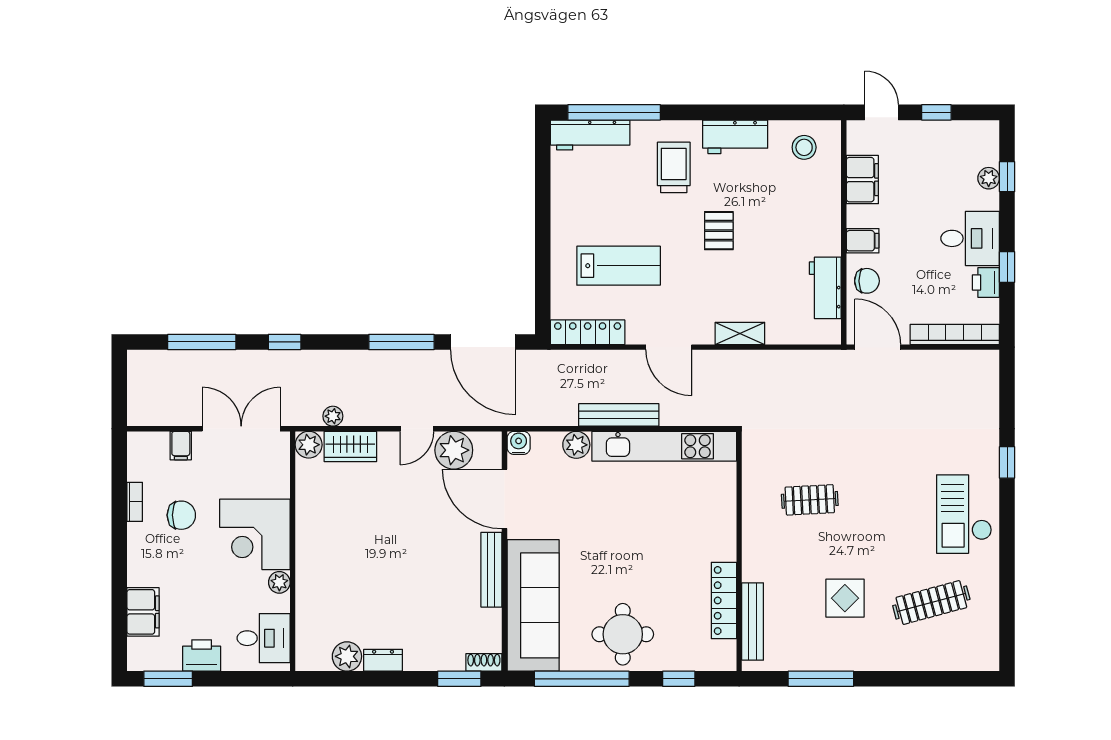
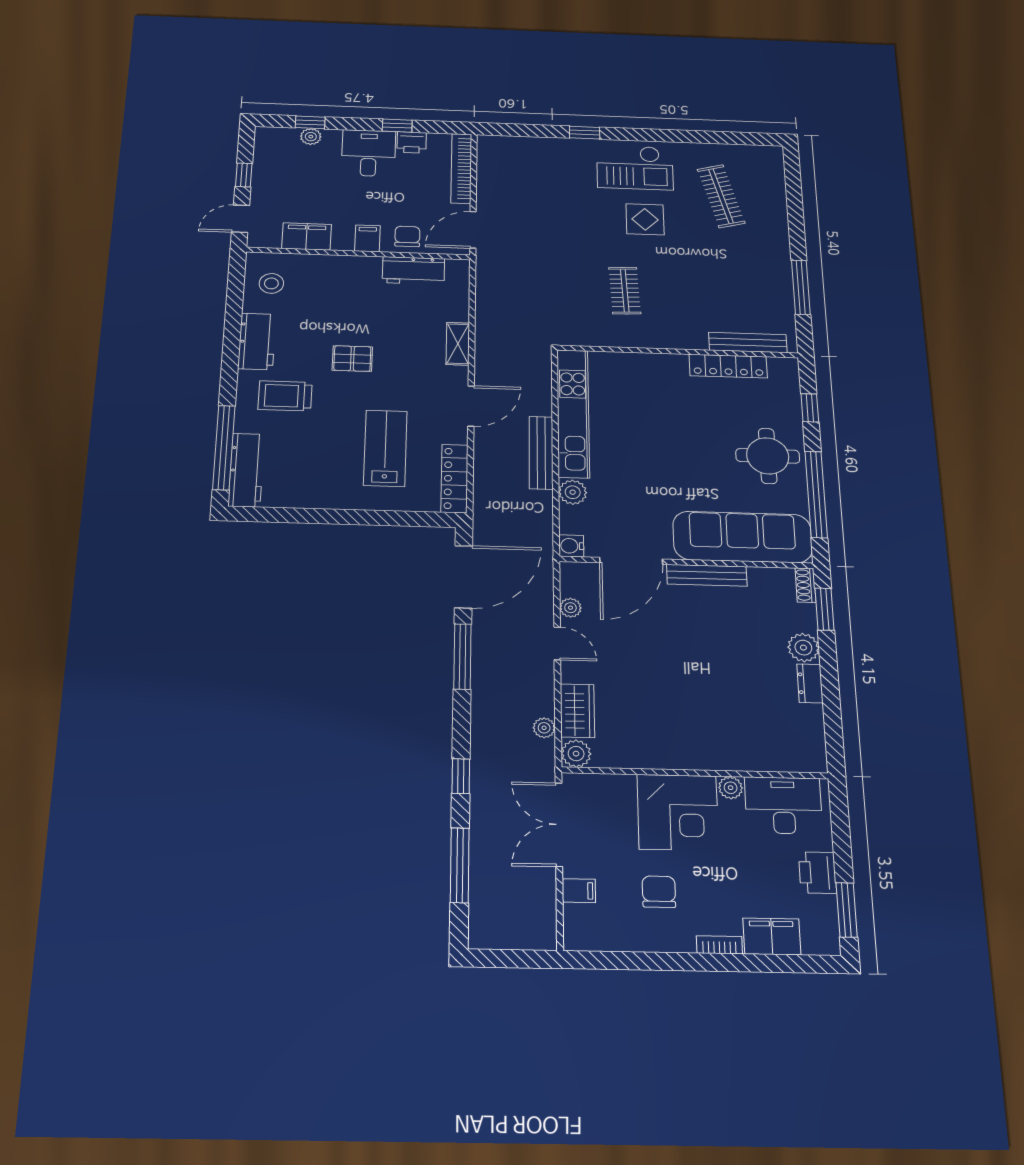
plant: (454, 450) -> (570, 608), width x0.53, depth x0.53
bookcase: (135, 502) -> (719, 945), moved
display table: (845, 598) -> (645, 219), moved
desk: (264, 638) -> (783, 805), width x1.37
plant: (347, 656) -> (803, 648), moved

